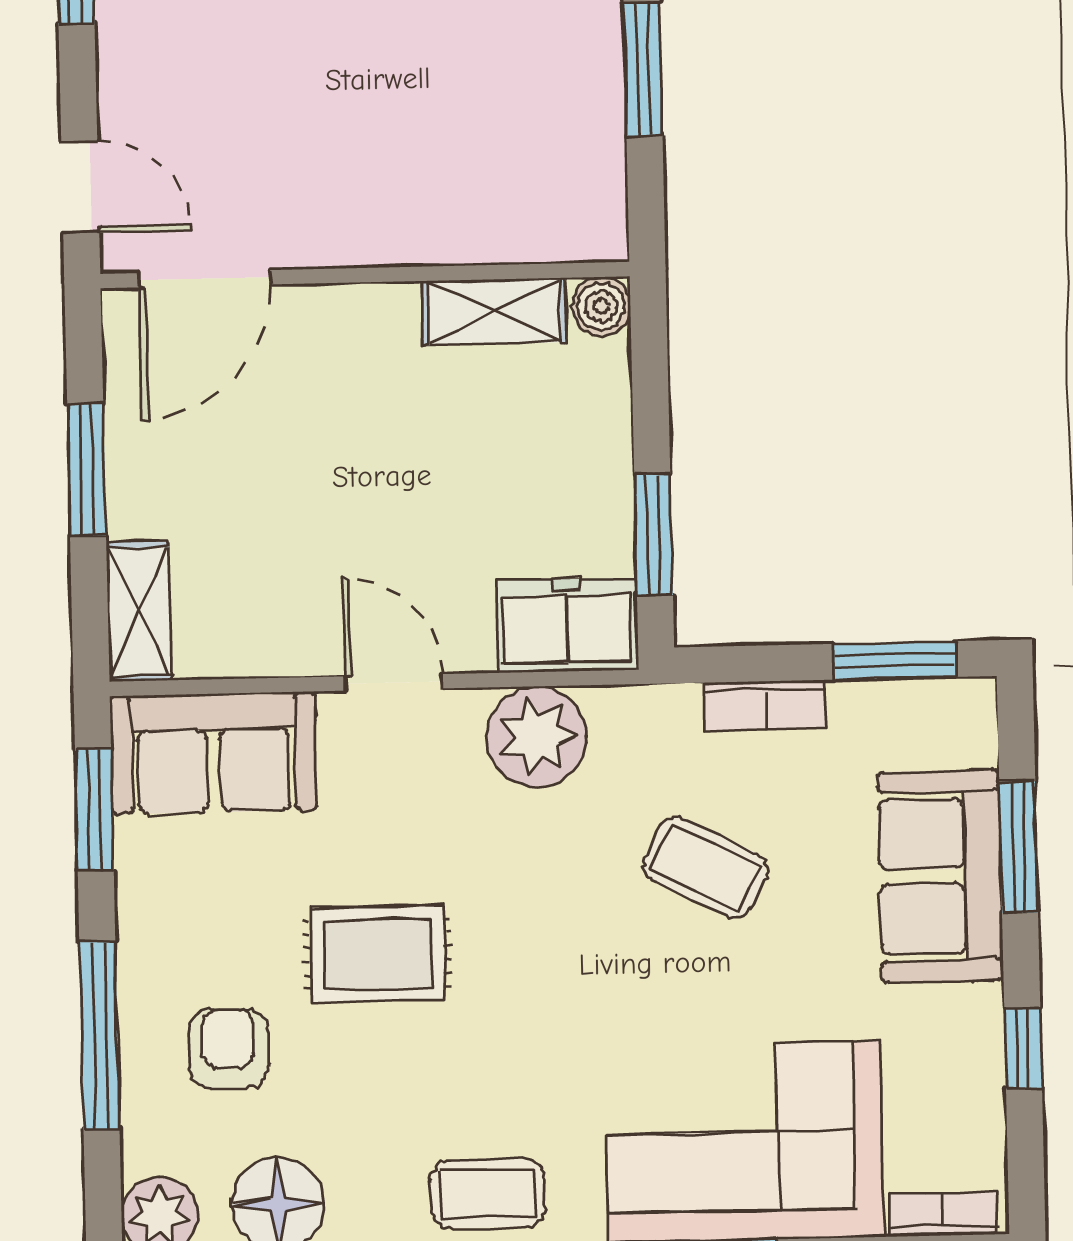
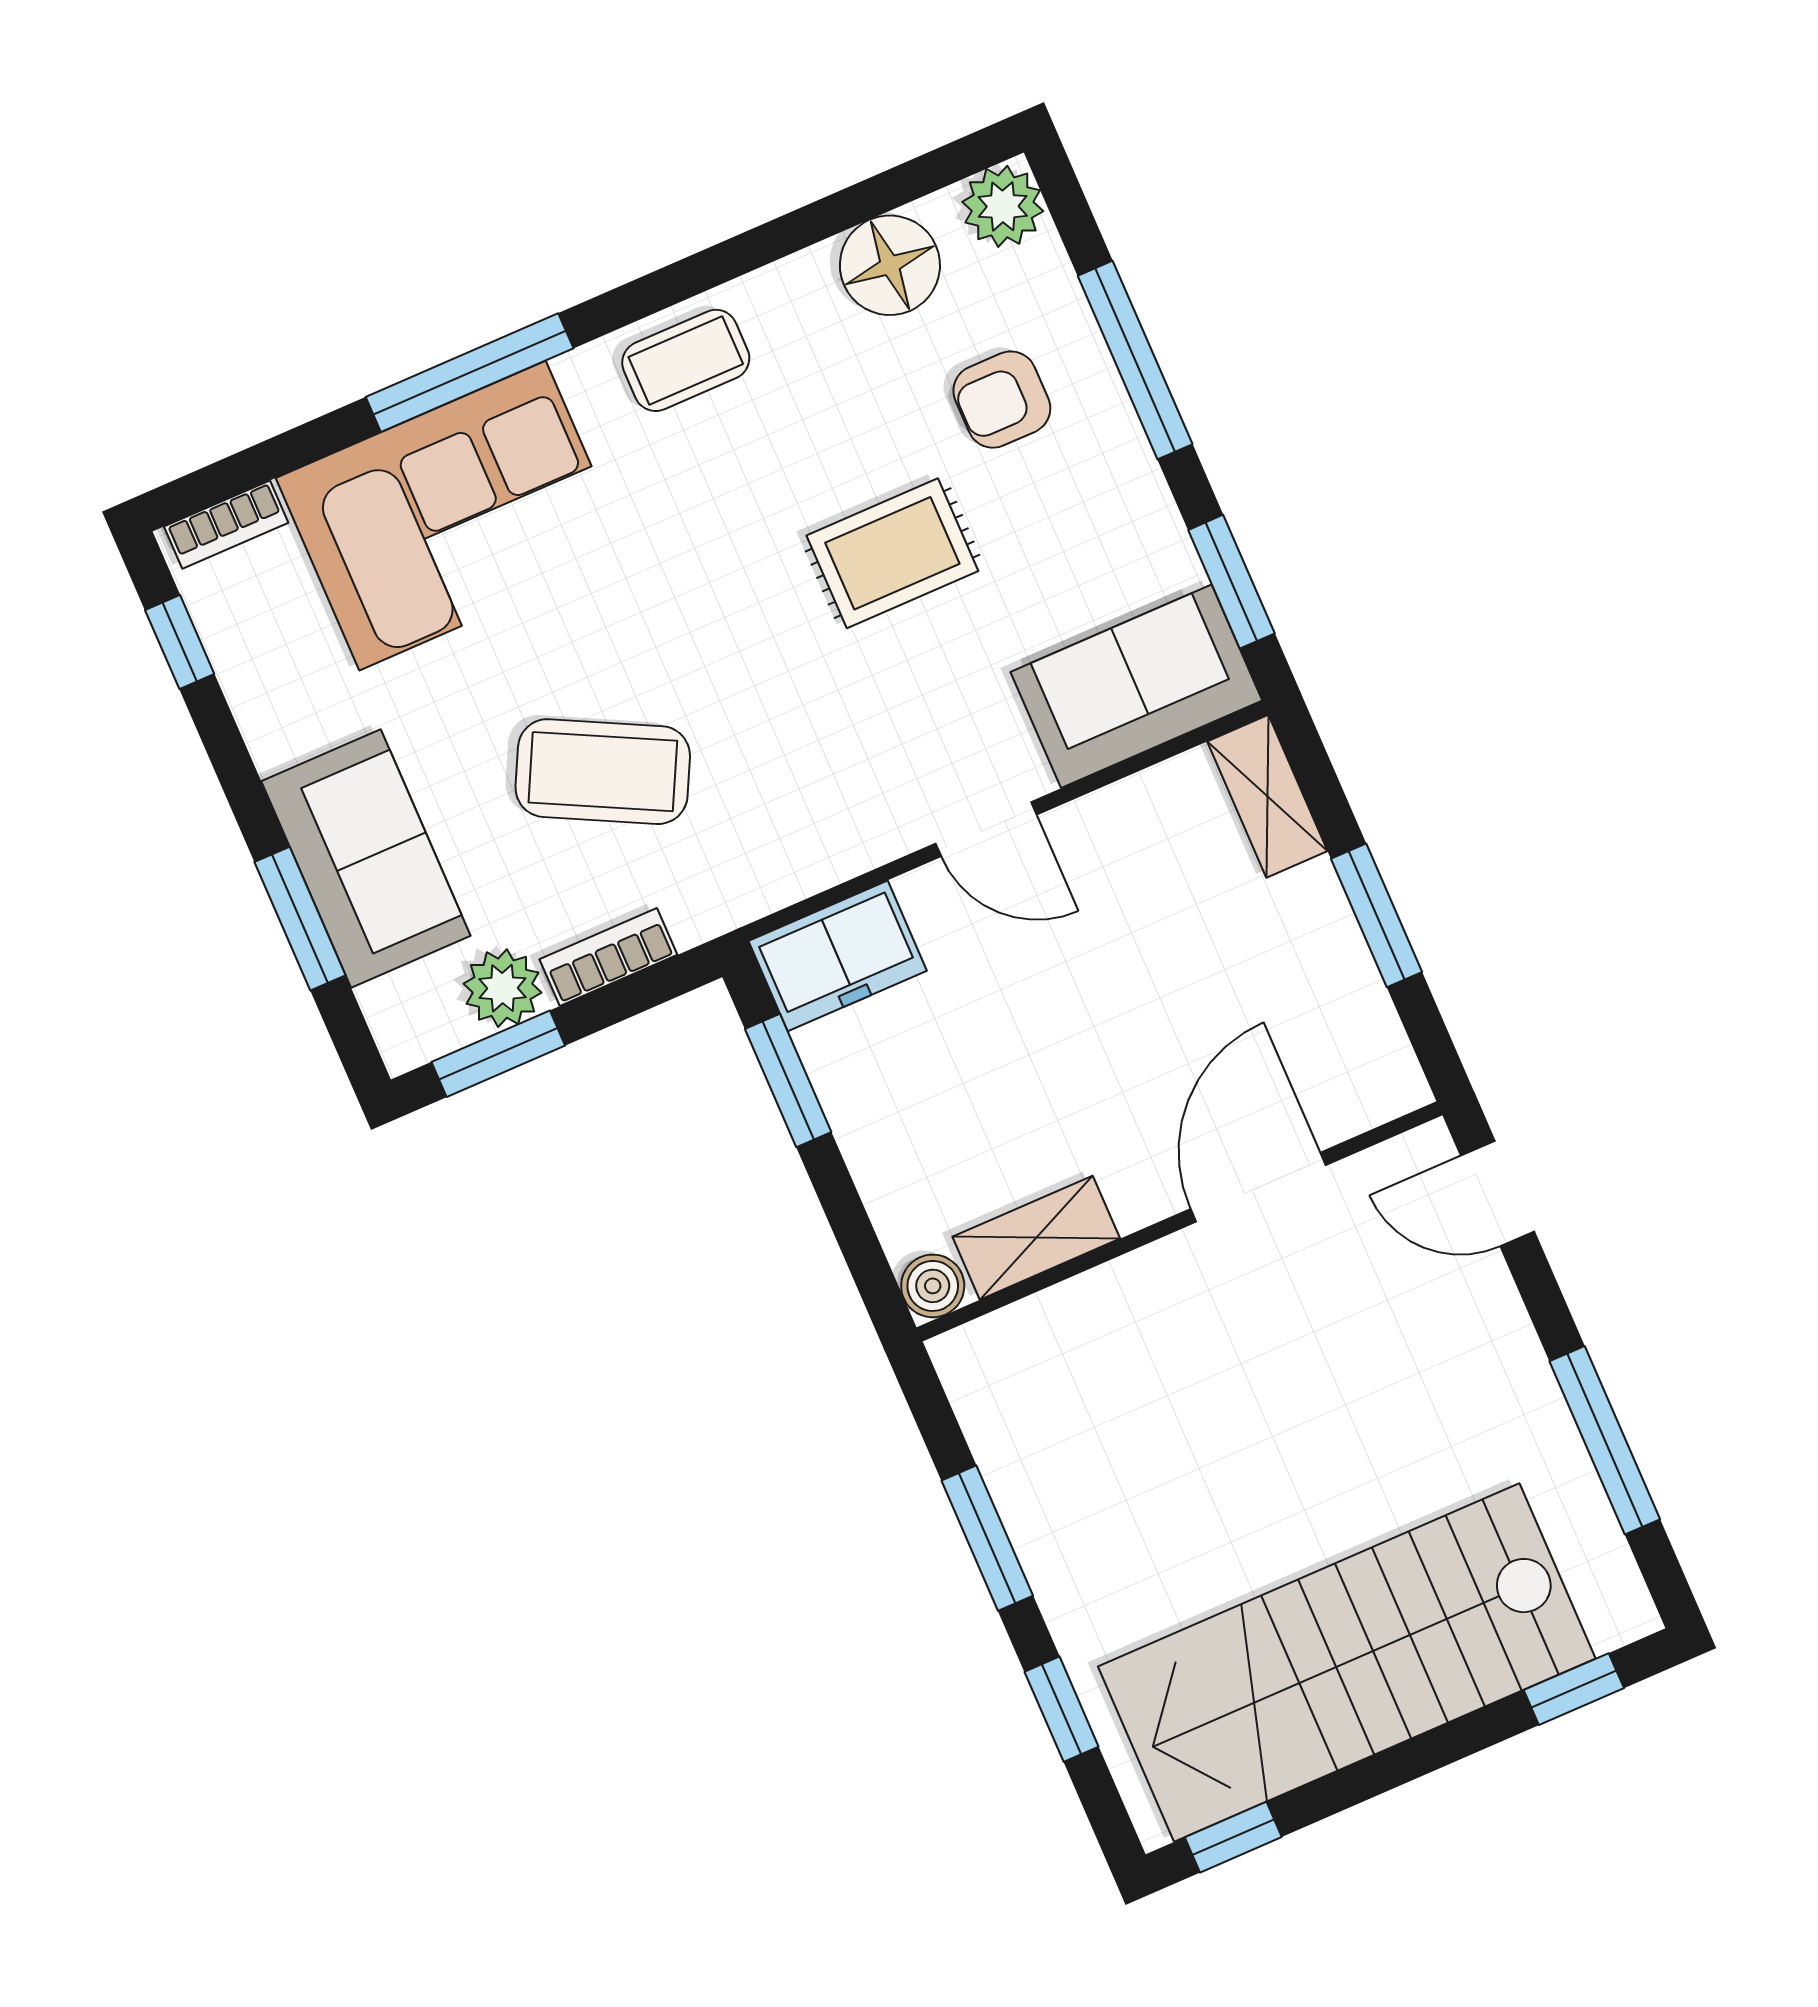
door: (204, 279) -> (1258, 1187), moved
plant: (537, 736) -> (502, 988), moved, width x0.73, depth x0.73
coffee table: (705, 867) -> (603, 772), width x1.36, depth x1.30
armchair: (229, 1048) -> (1002, 400), turned 90
window: (1023, 1048) -> (180, 642), moved

